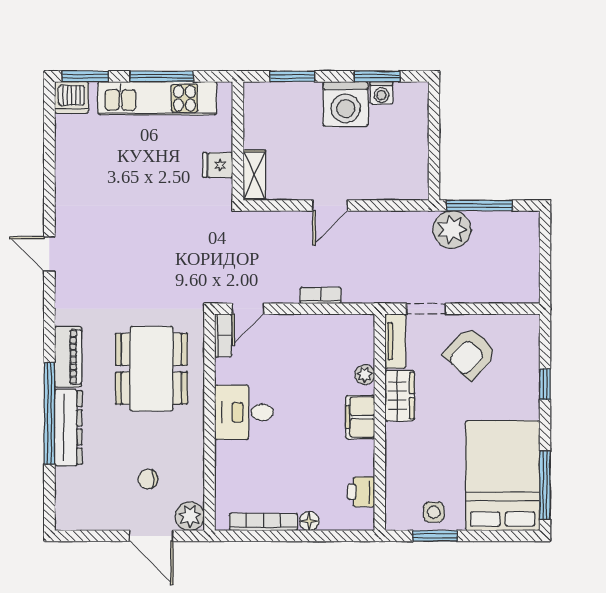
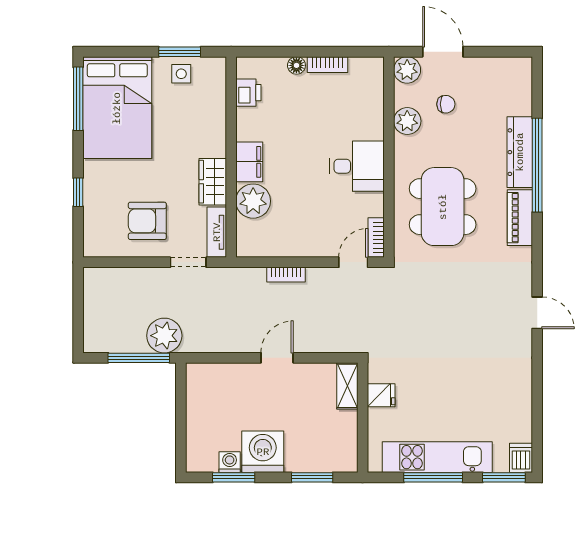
dishwasher: (72, 97) -> (521, 458), width x0.73
armchair: (470, 353) -> (147, 221), turned -133
plant: (365, 375) -> (253, 201), width x1.87, depth x1.87
plant: (190, 461) -> (407, 121), added
bookcase: (264, 522) -> (327, 65), width x0.64

